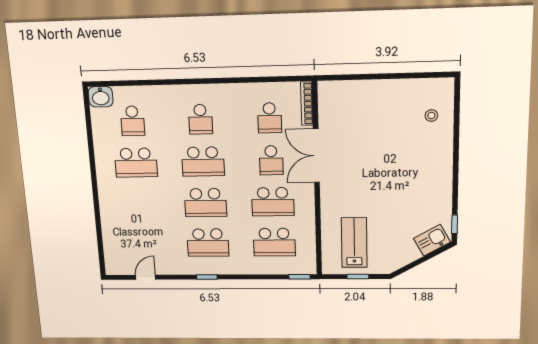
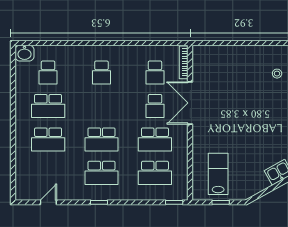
school desk: (203, 161) -> (48, 139), moved

